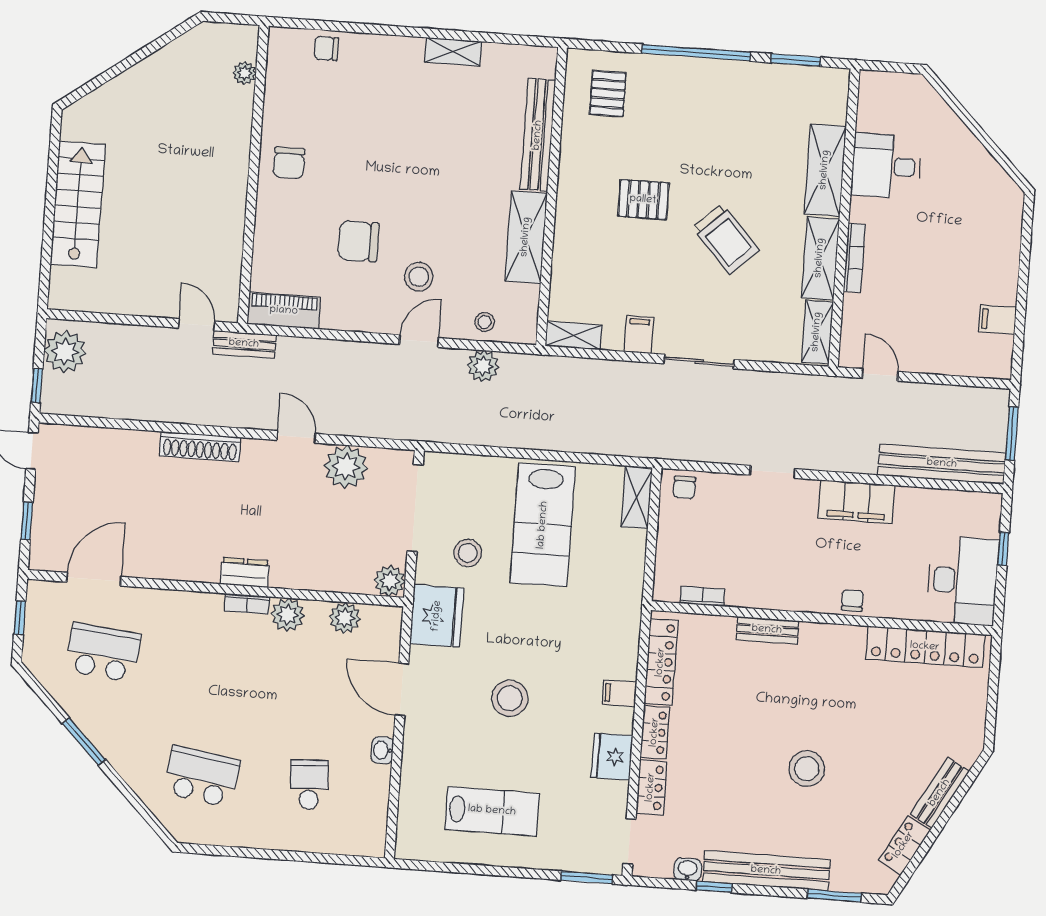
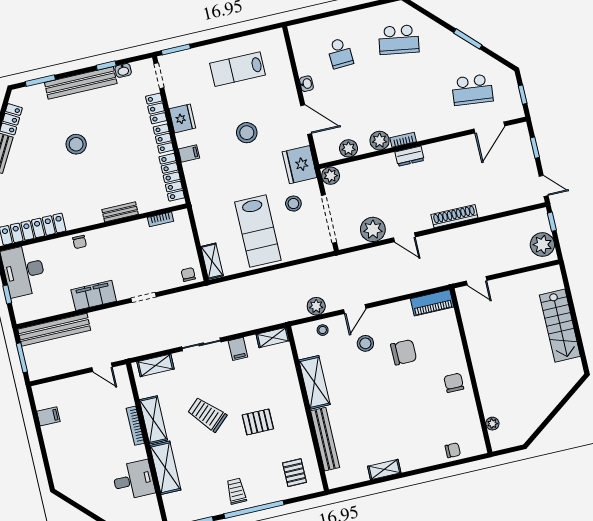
trolley: (717, 93) -> (236, 491), added
shelving: (817, 332) -> (155, 365), moved, turned 90
bench: (244, 344) -> (448, 278), removed
lab bench: (543, 525) -> (258, 231), turned 180

